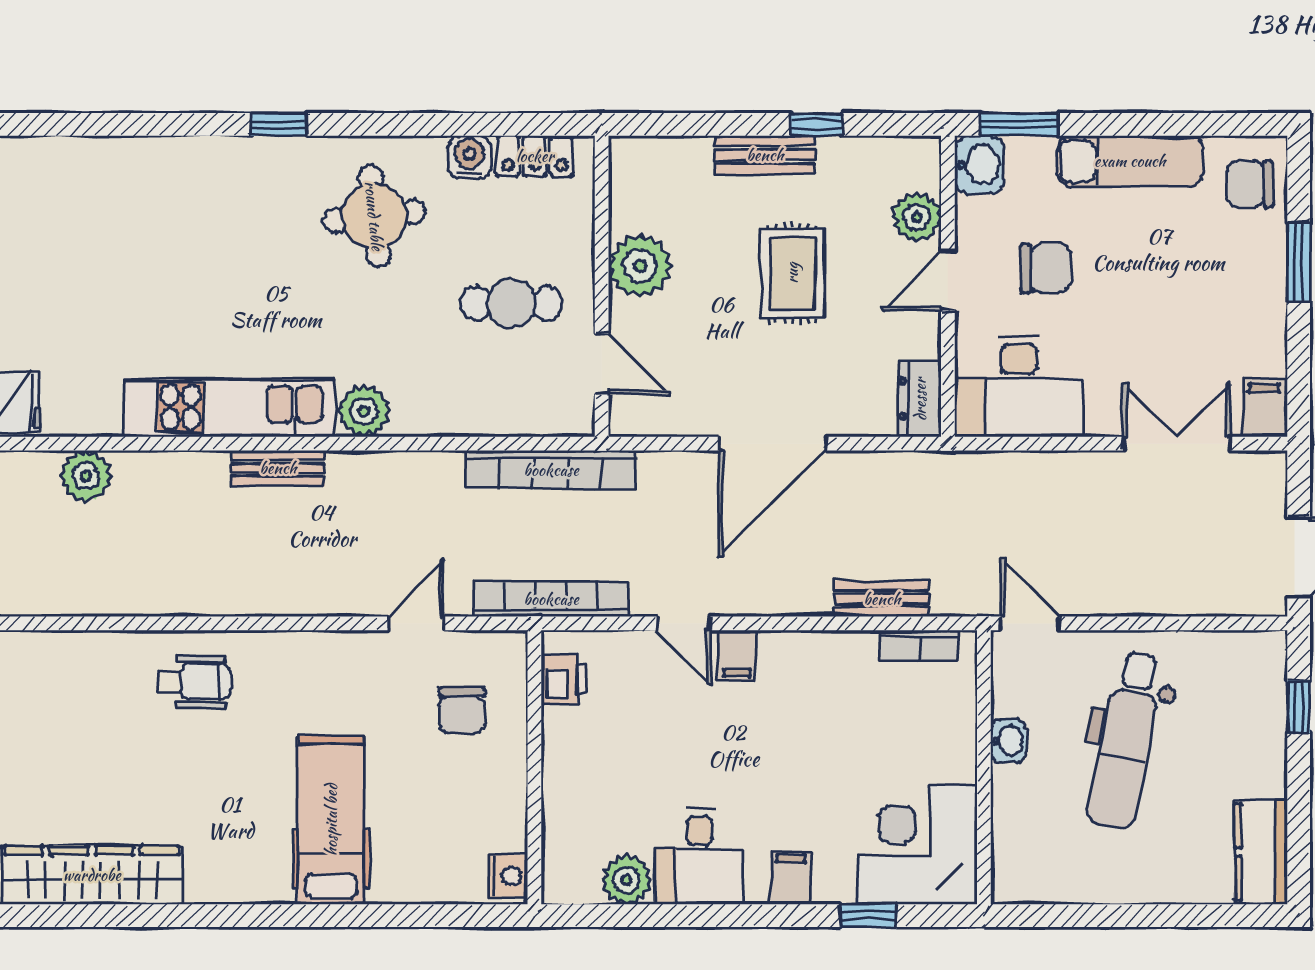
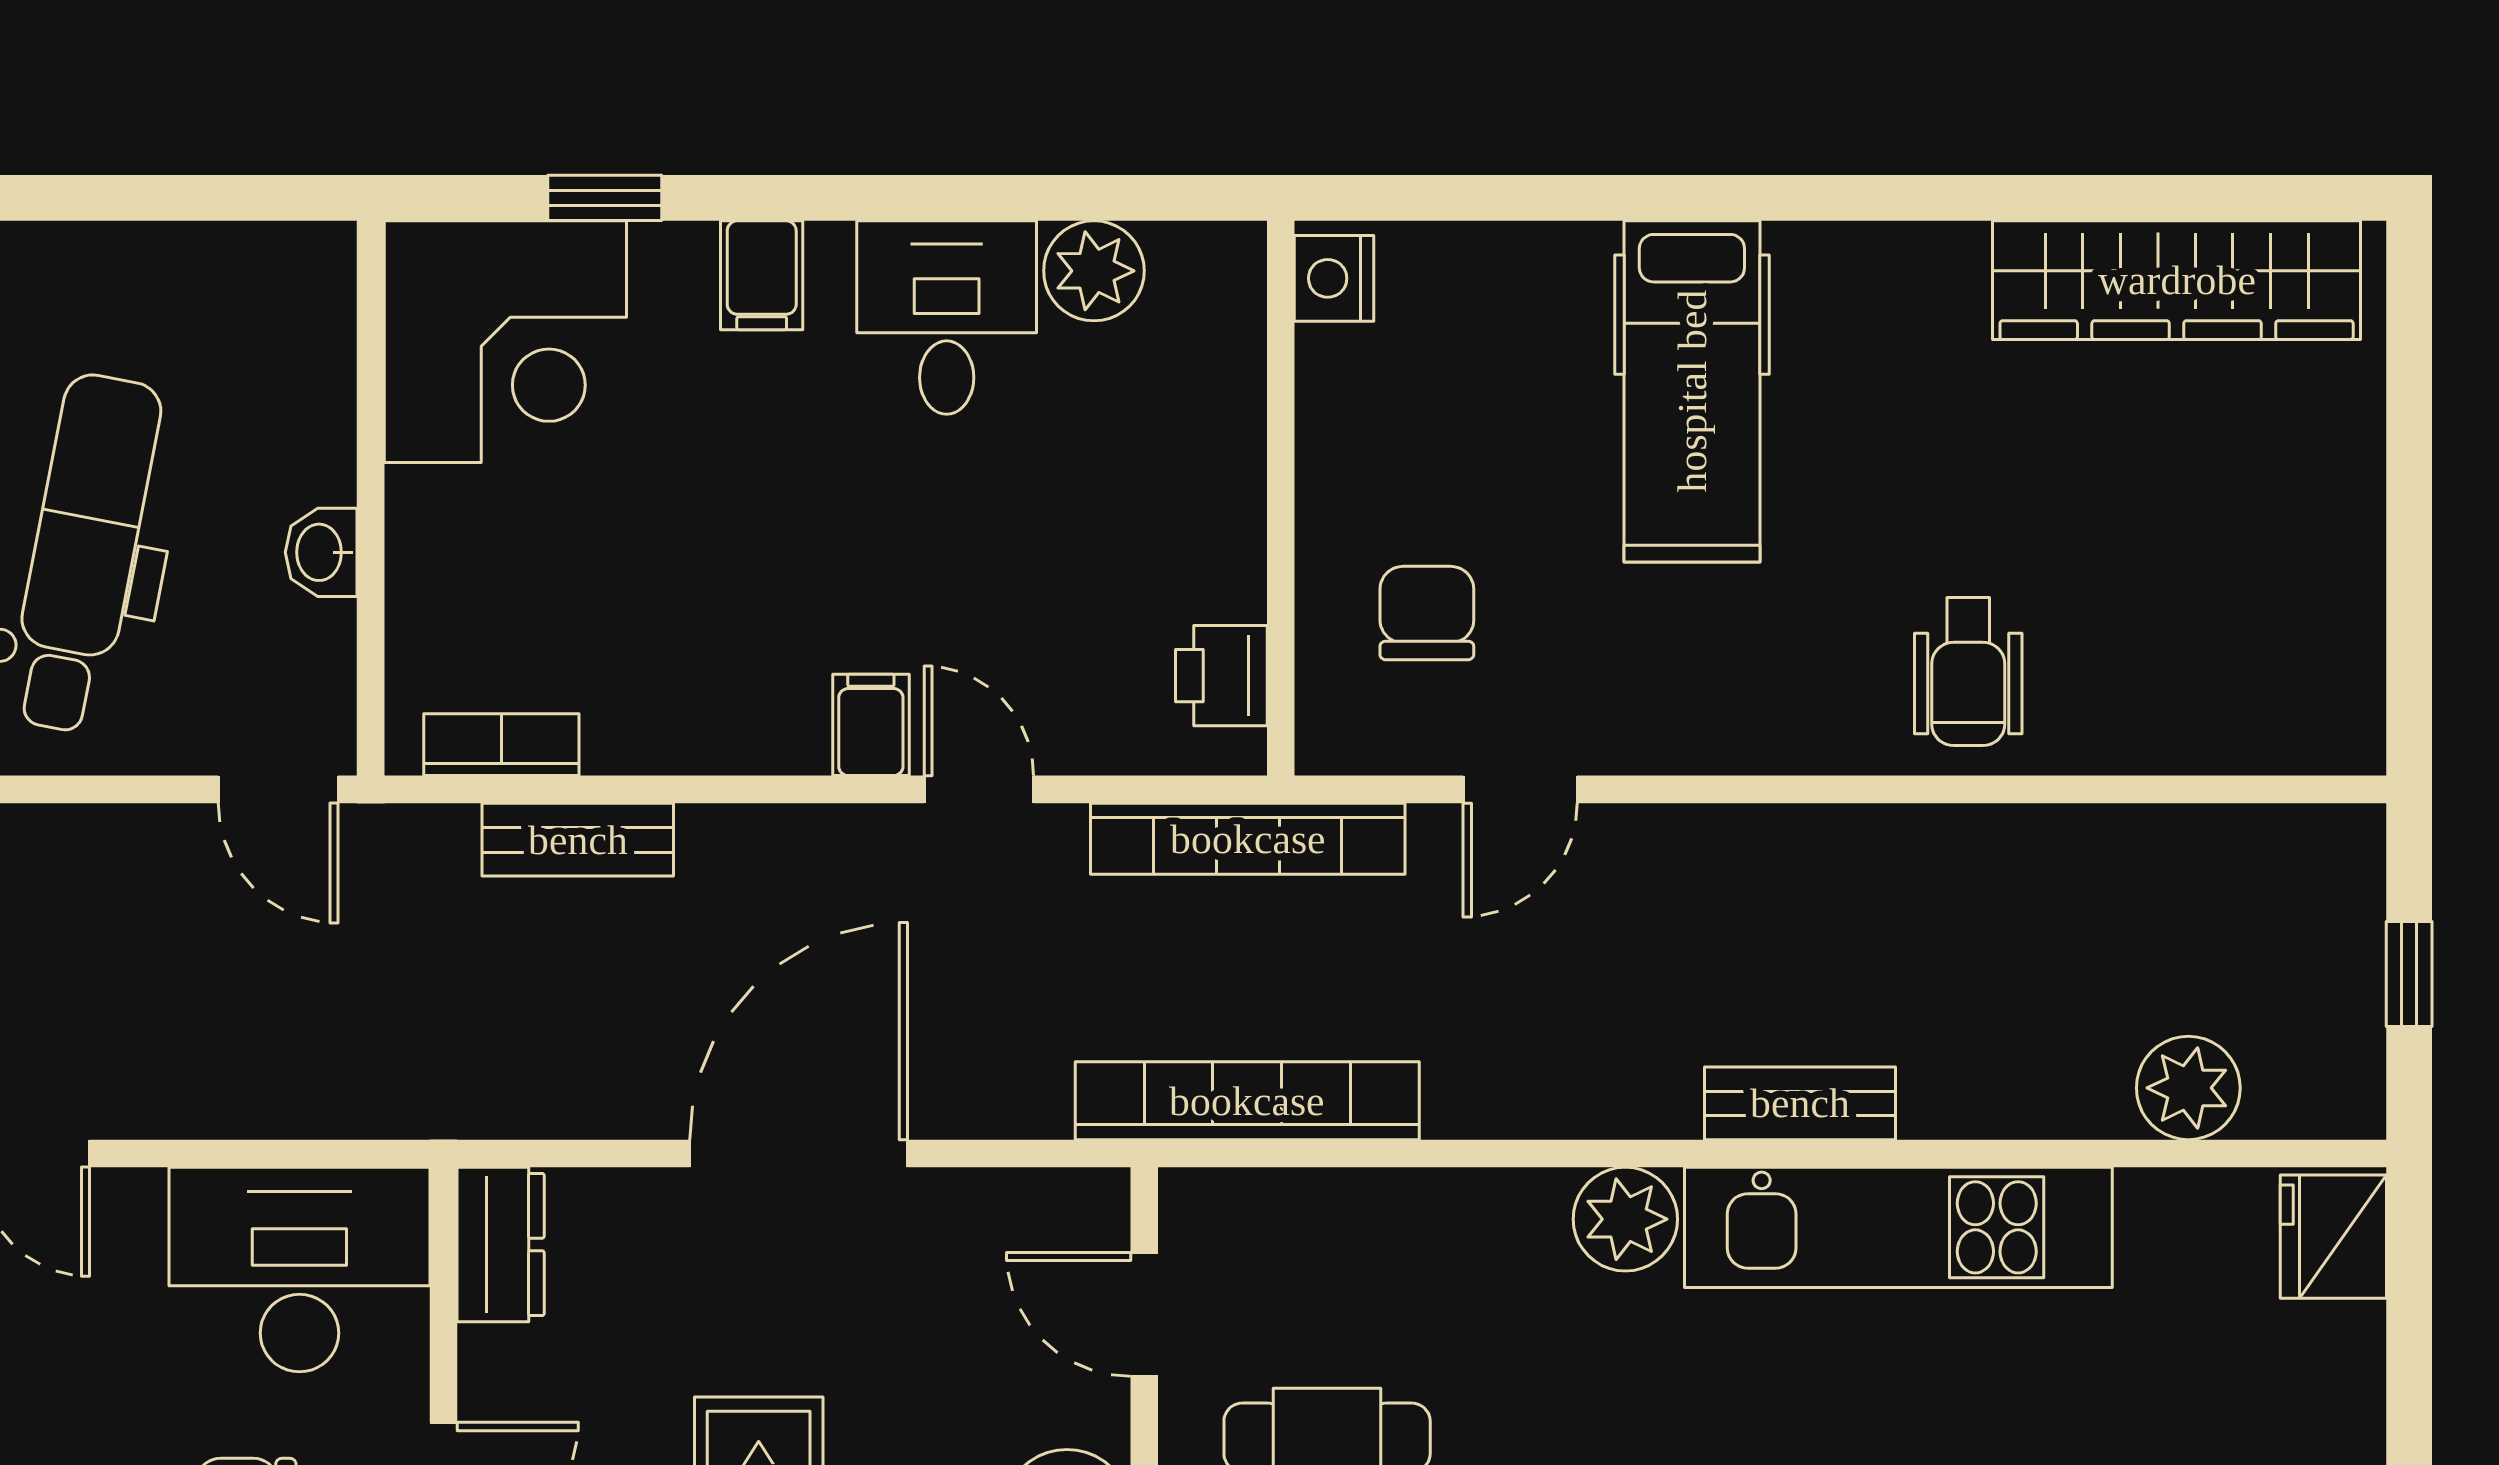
wheelchair: (195, 682) -> (1968, 672), turned -90

